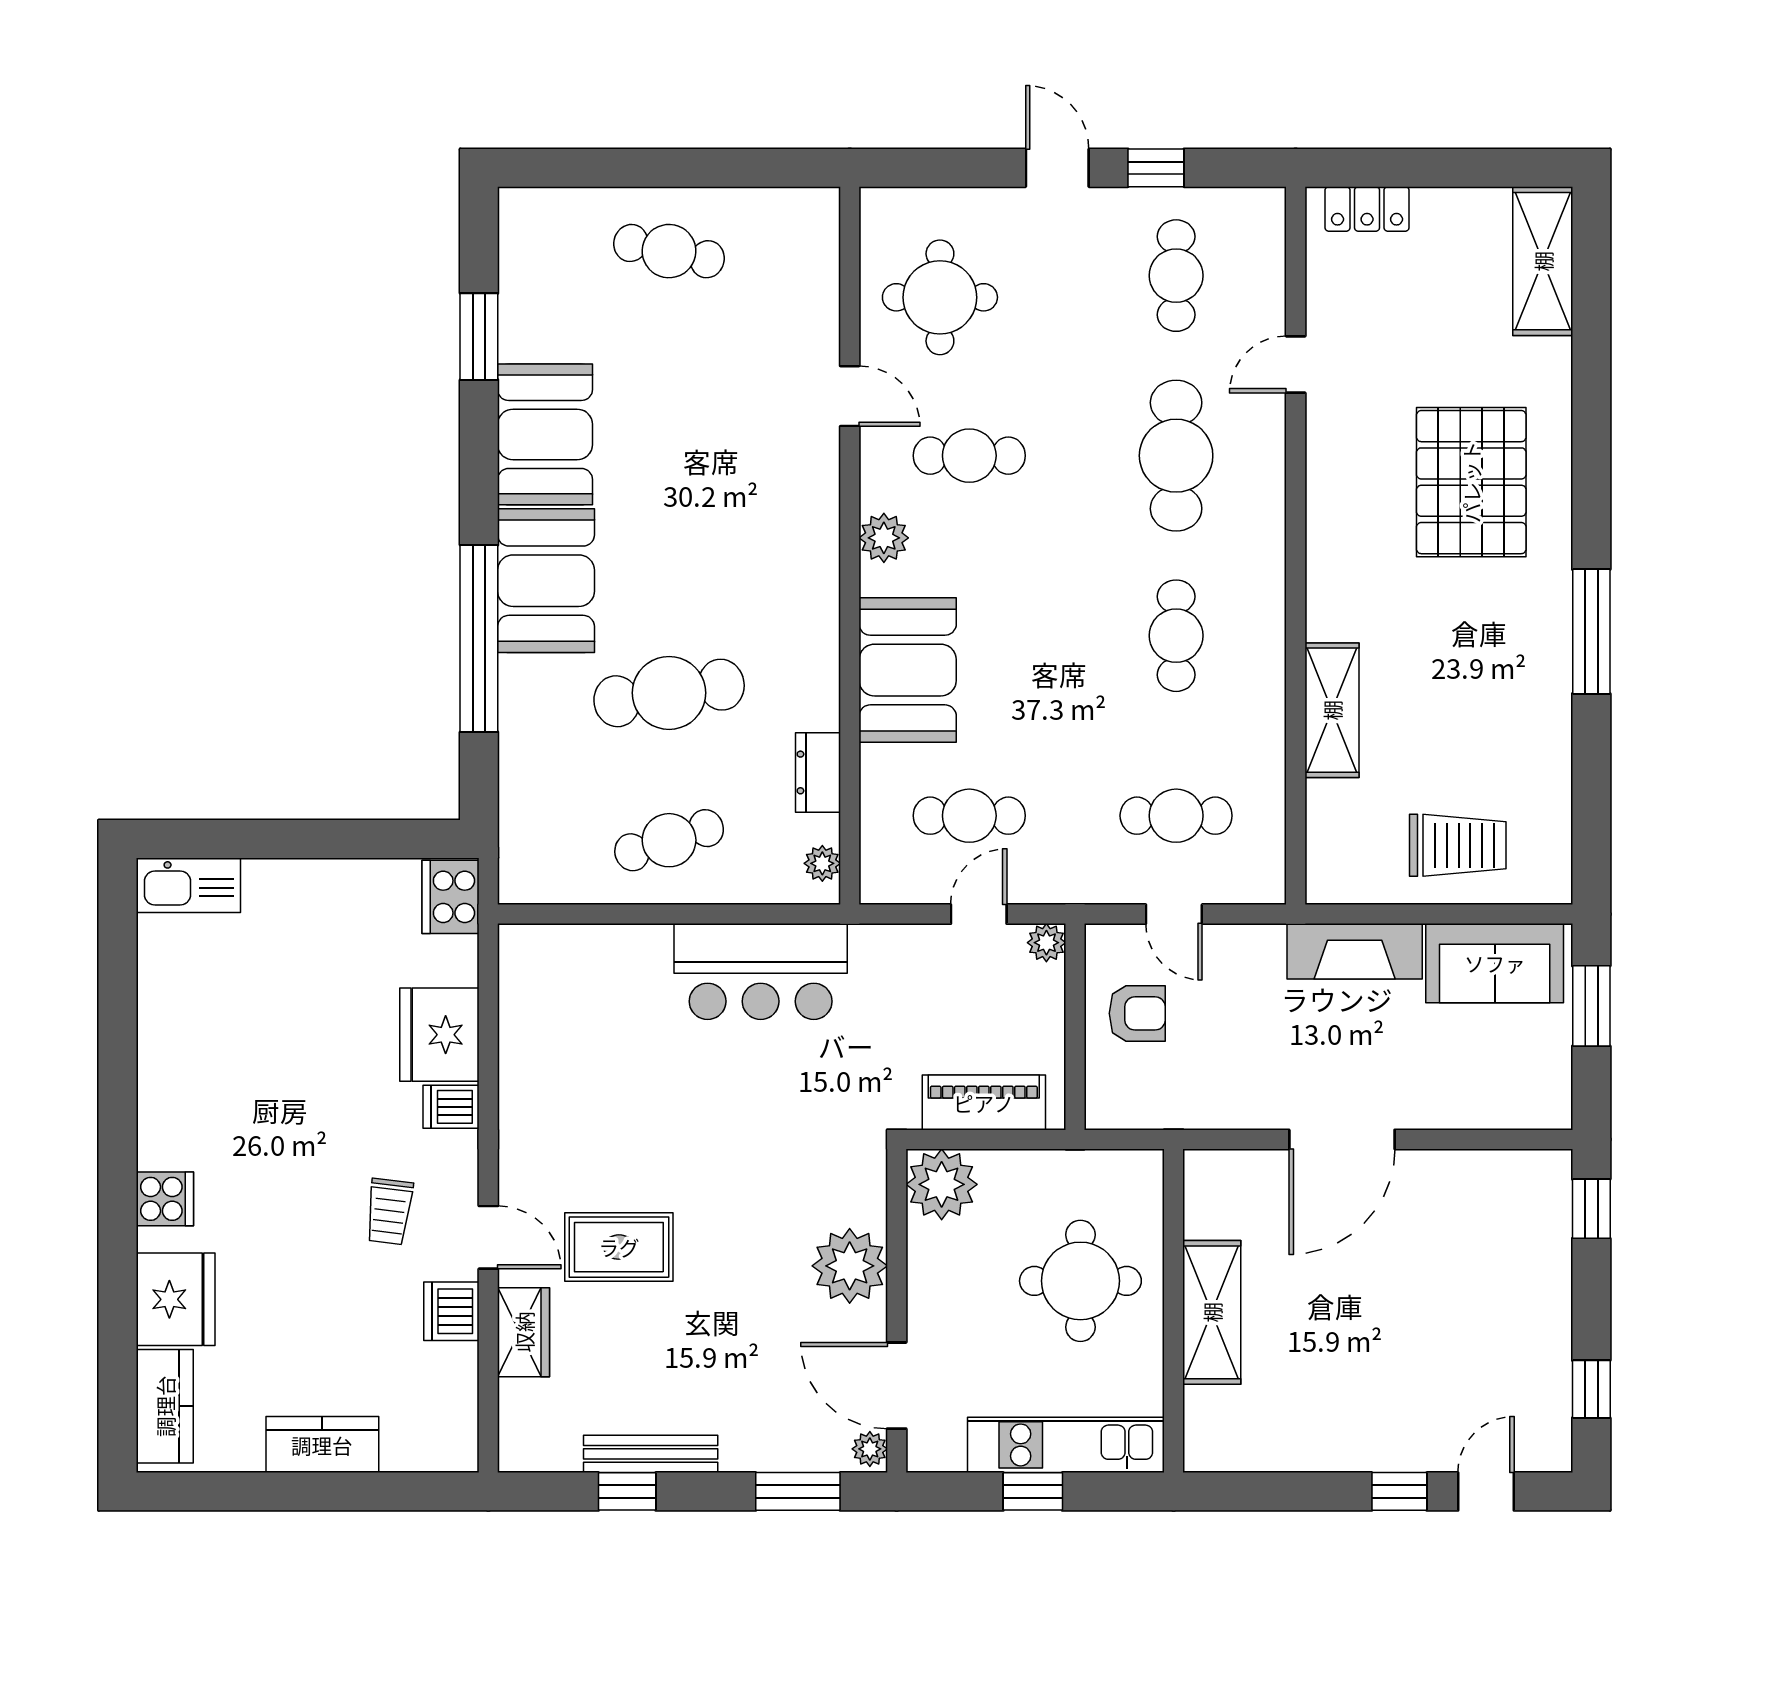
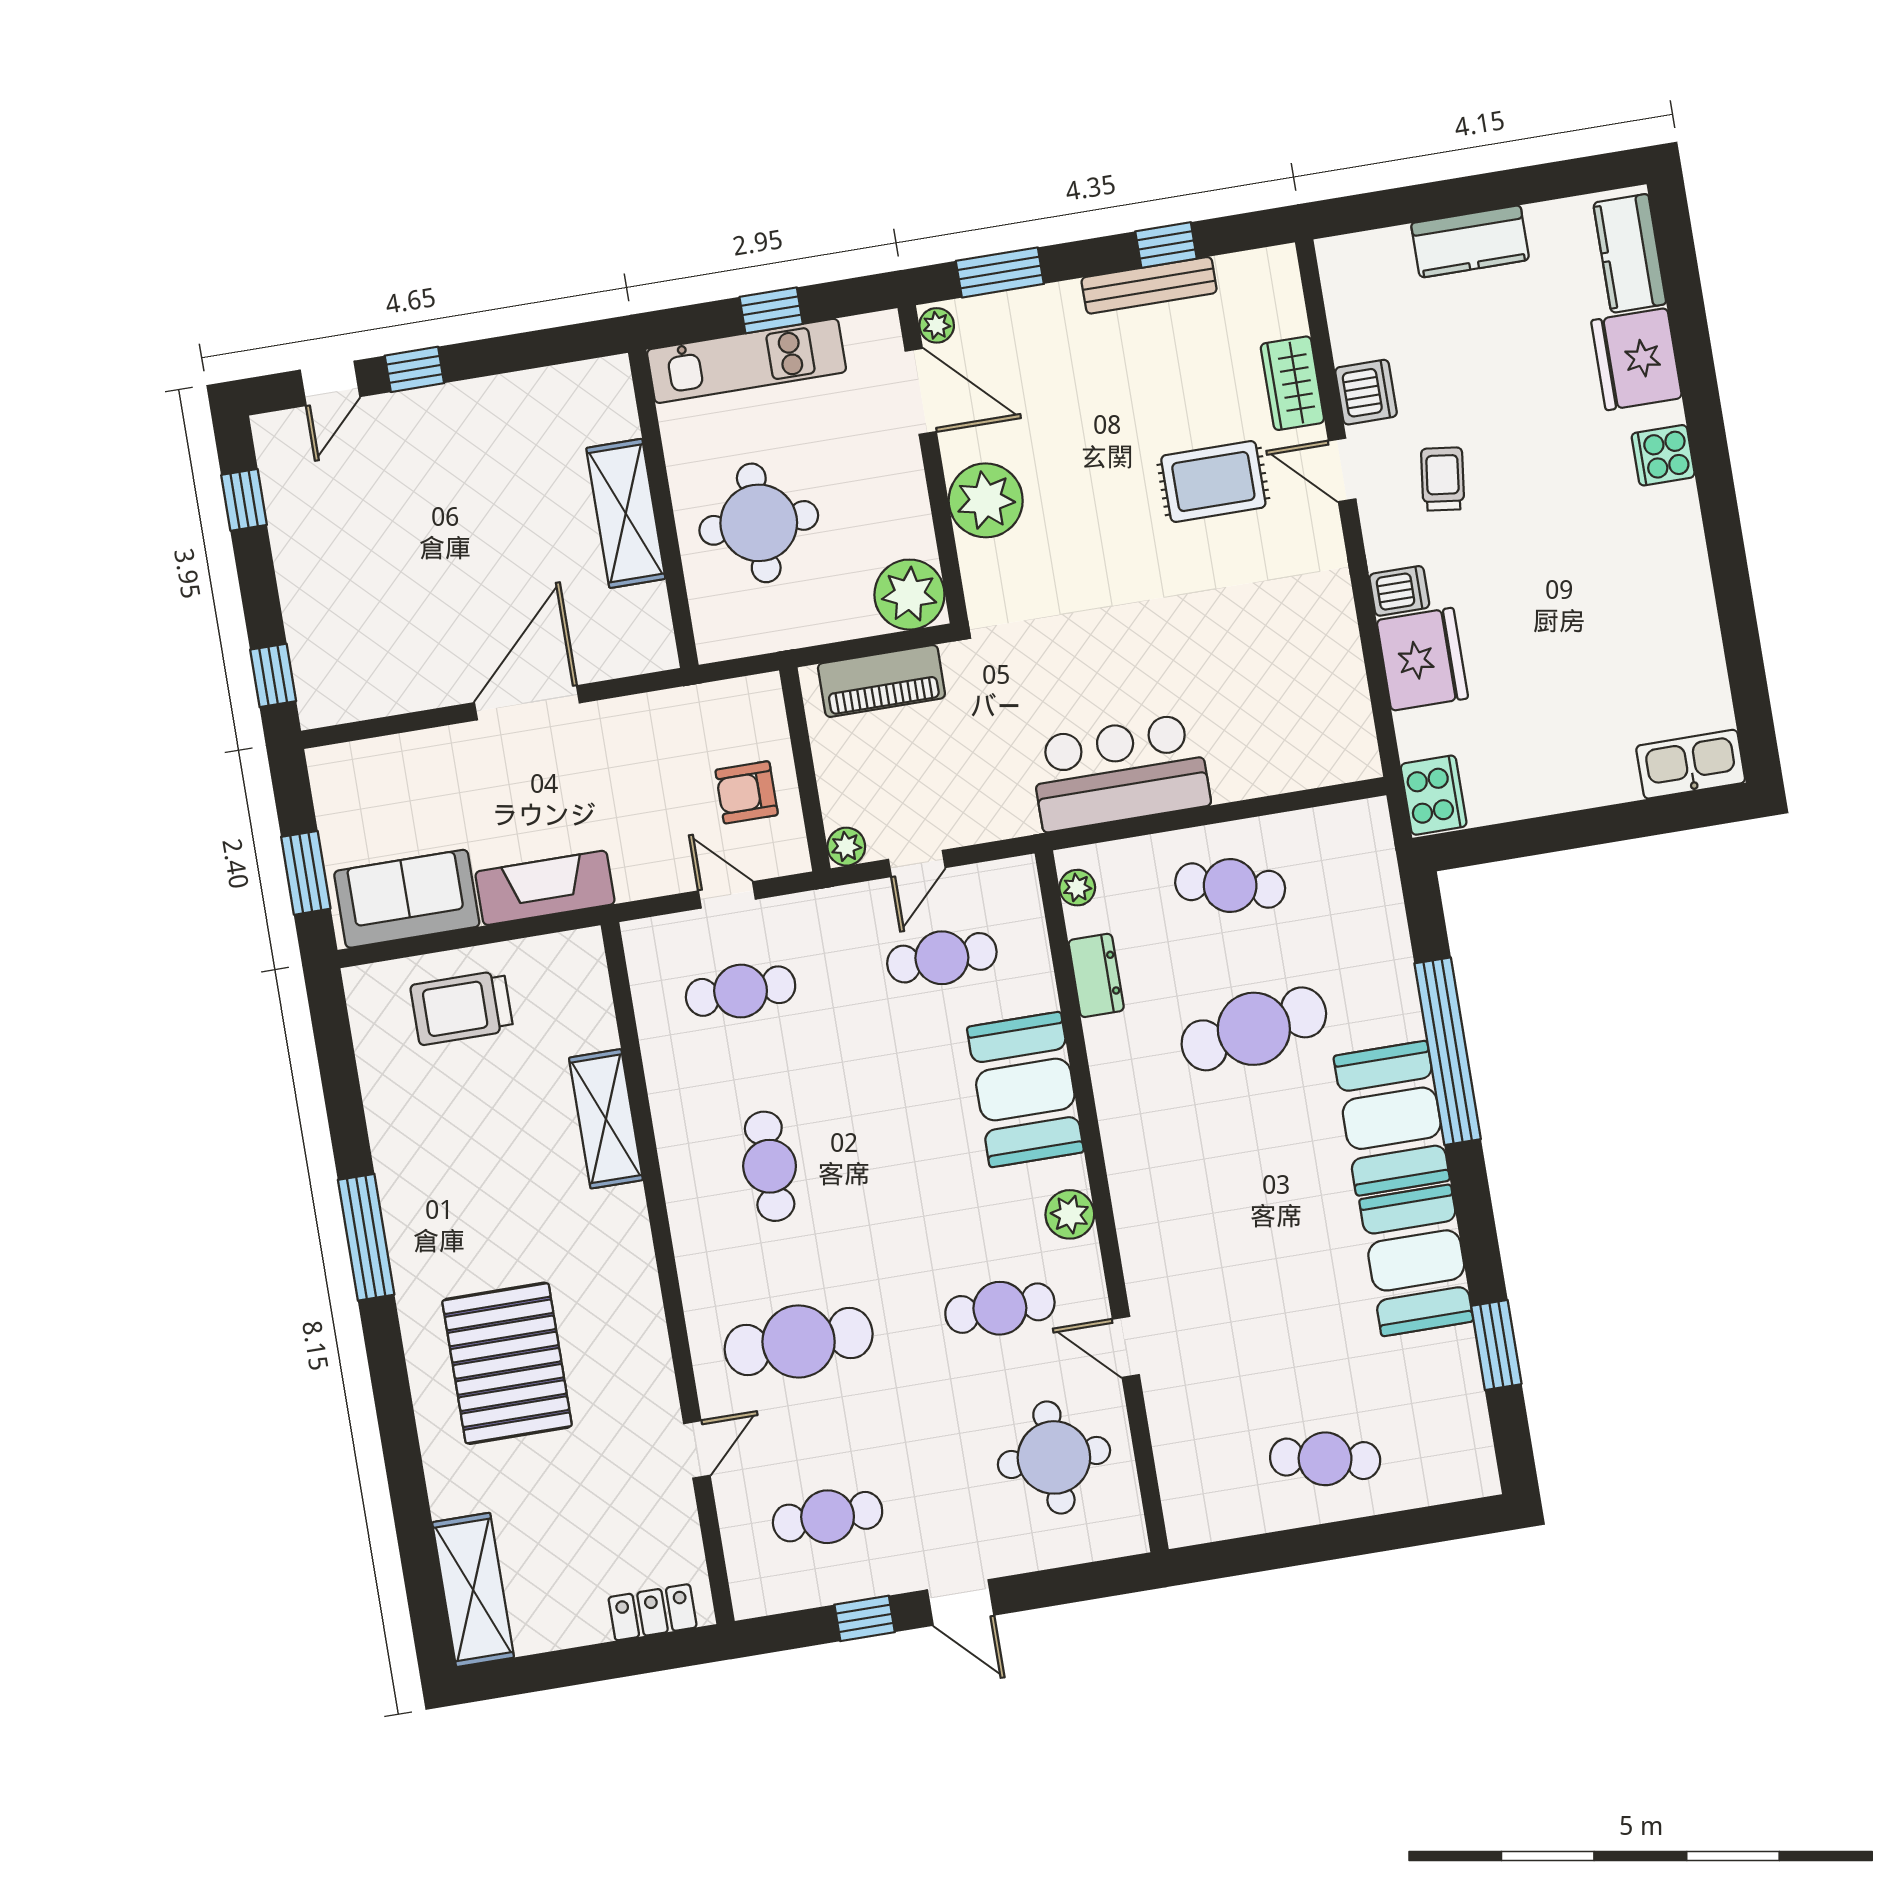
cafe table: (1176, 276) -> (828, 1517), turned 90
cafe table: (1176, 456) -> (799, 1341), turned 90
cafe table: (669, 840) -> (1230, 886), turned 33

